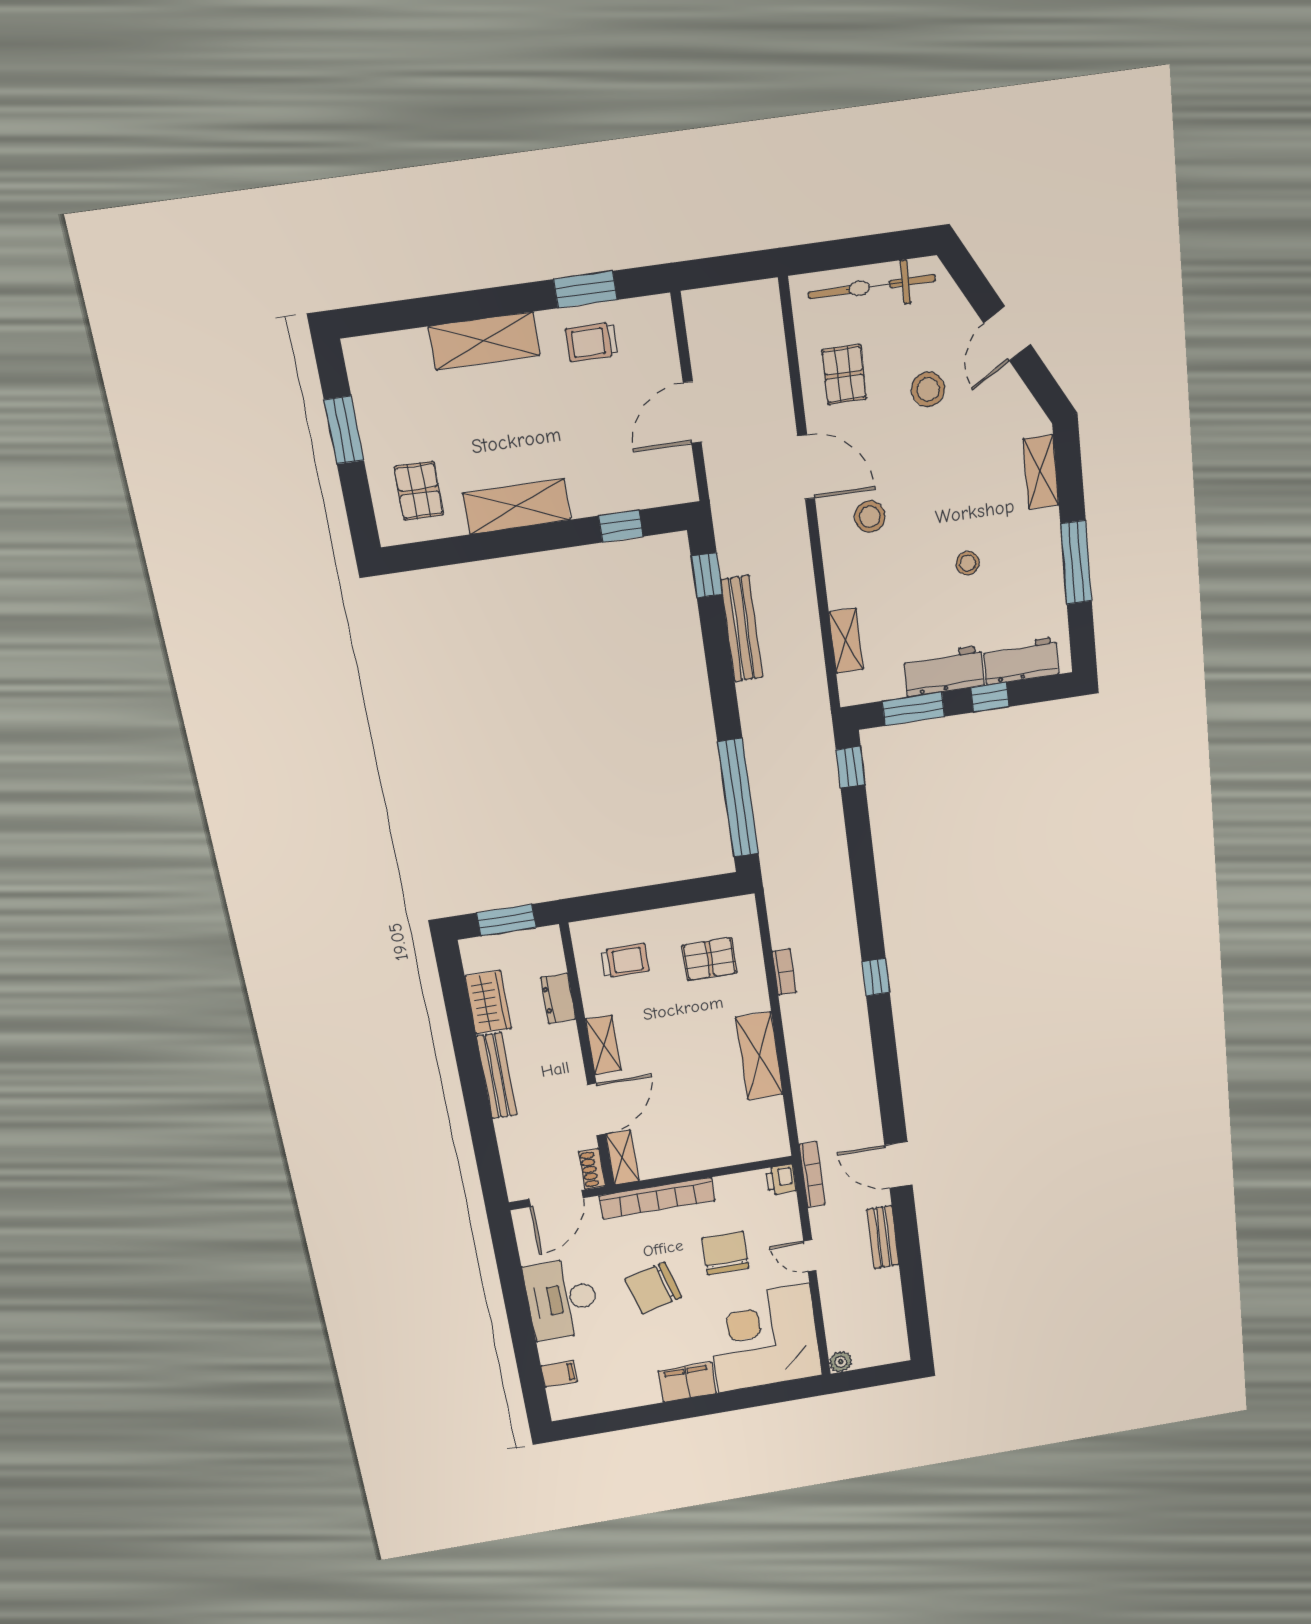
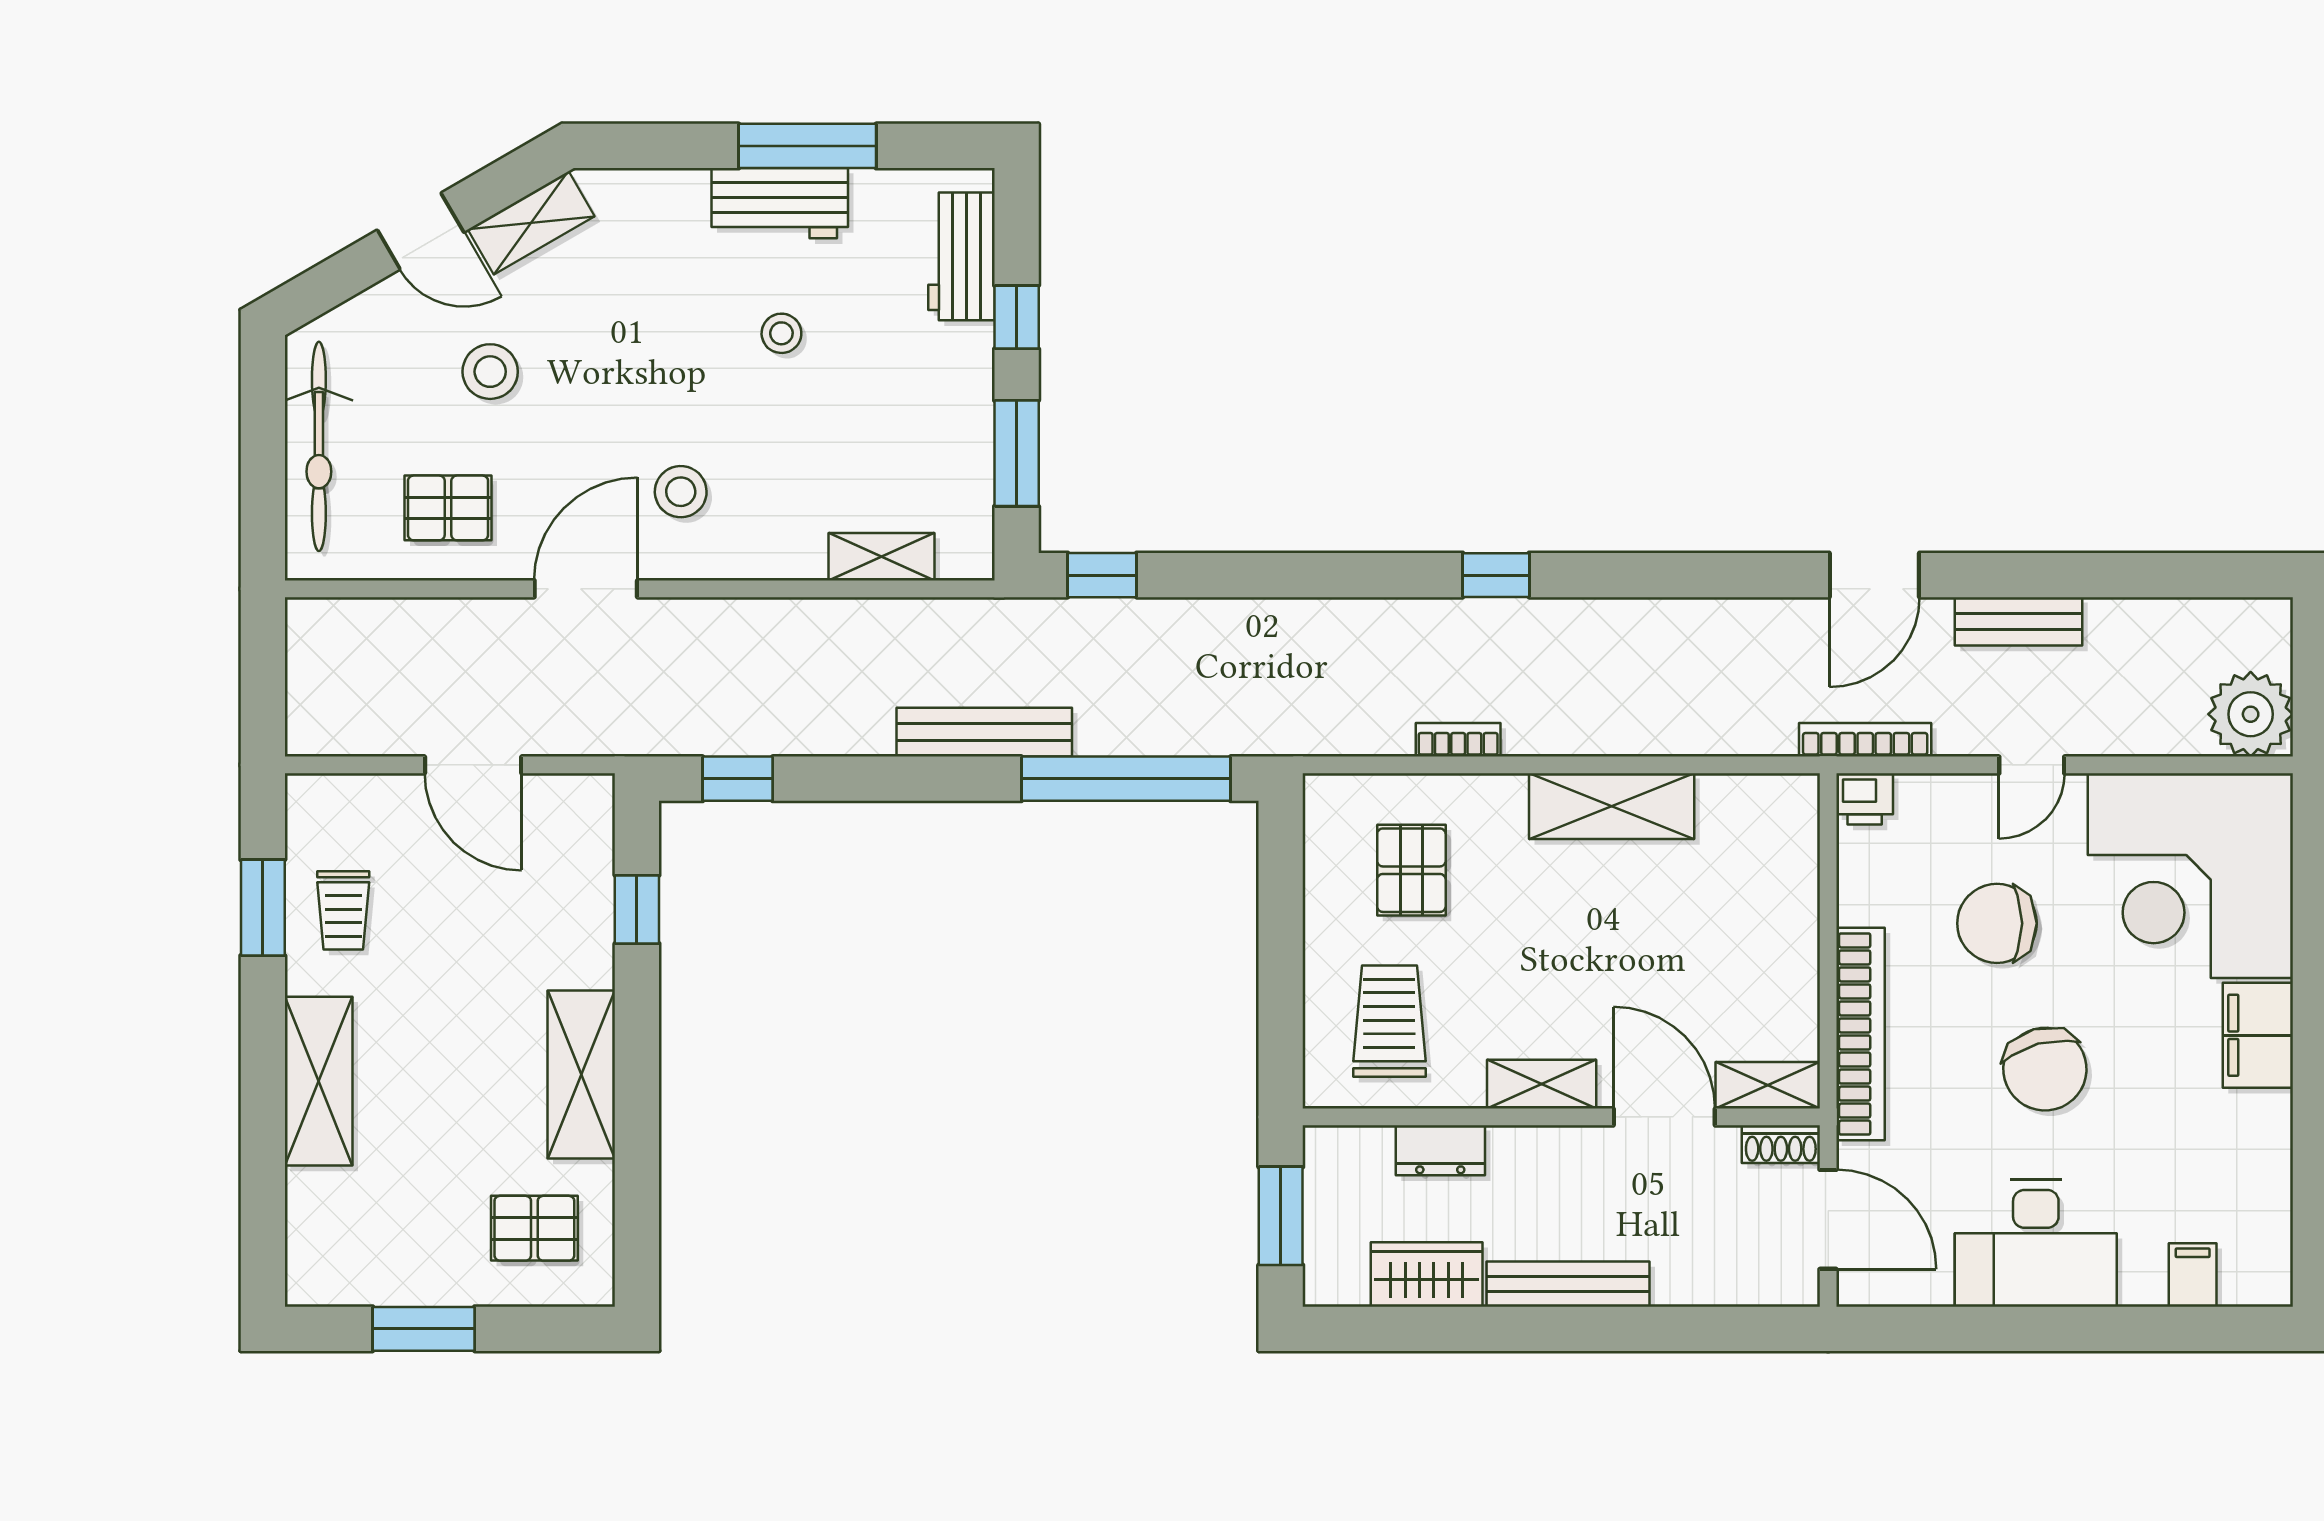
shelving: (1041, 472) -> (531, 223), moved, turned -30
bench: (742, 629) -> (984, 732), moved
workbench: (944, 671) -> (780, 203), moved, turned -90
trolley: (625, 961) -> (1389, 1021), width x1.36, depth x1.39
plant: (841, 1362) -> (2251, 714), width x1.87, depth x1.87

